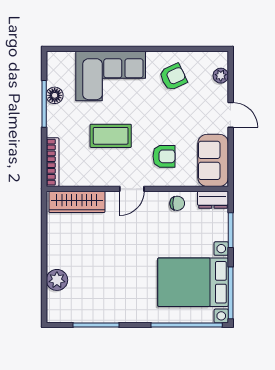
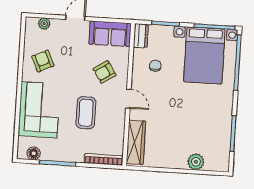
floor lamp: (55, 95) -> (34, 153), moved
armchair: (164, 156) -> (105, 72), turned -123
chair: (177, 203) -> (155, 66), moved

